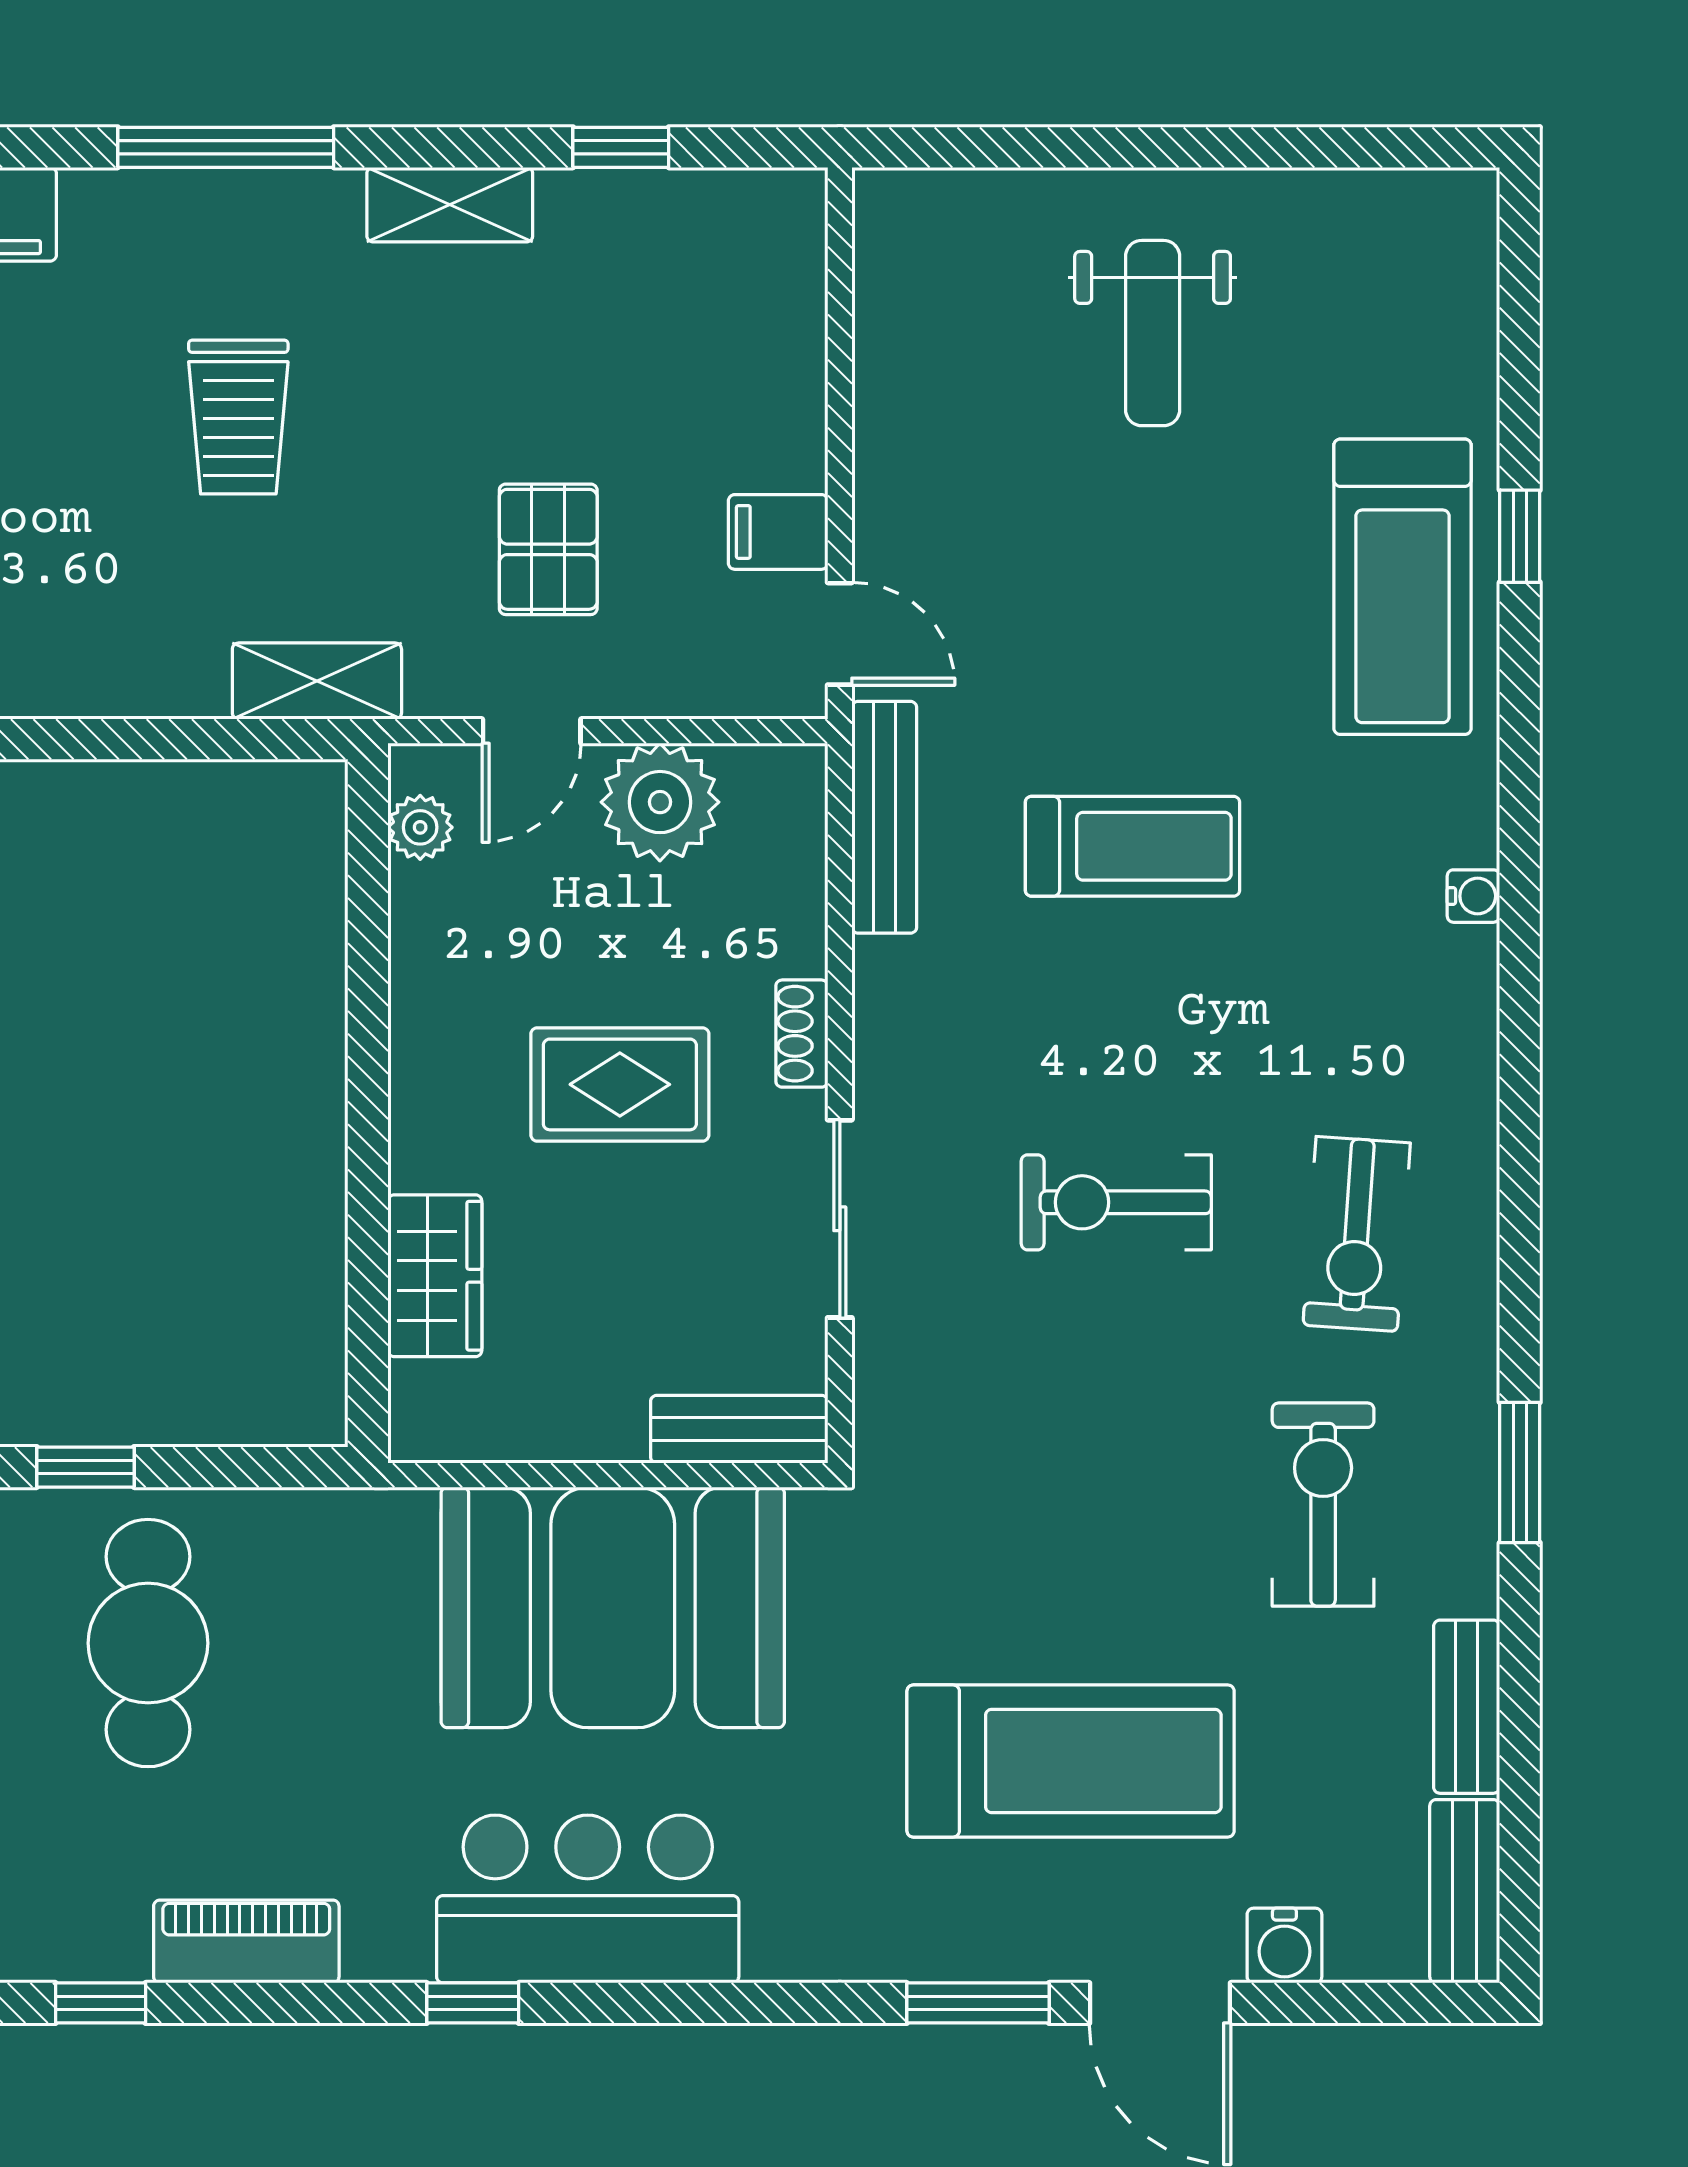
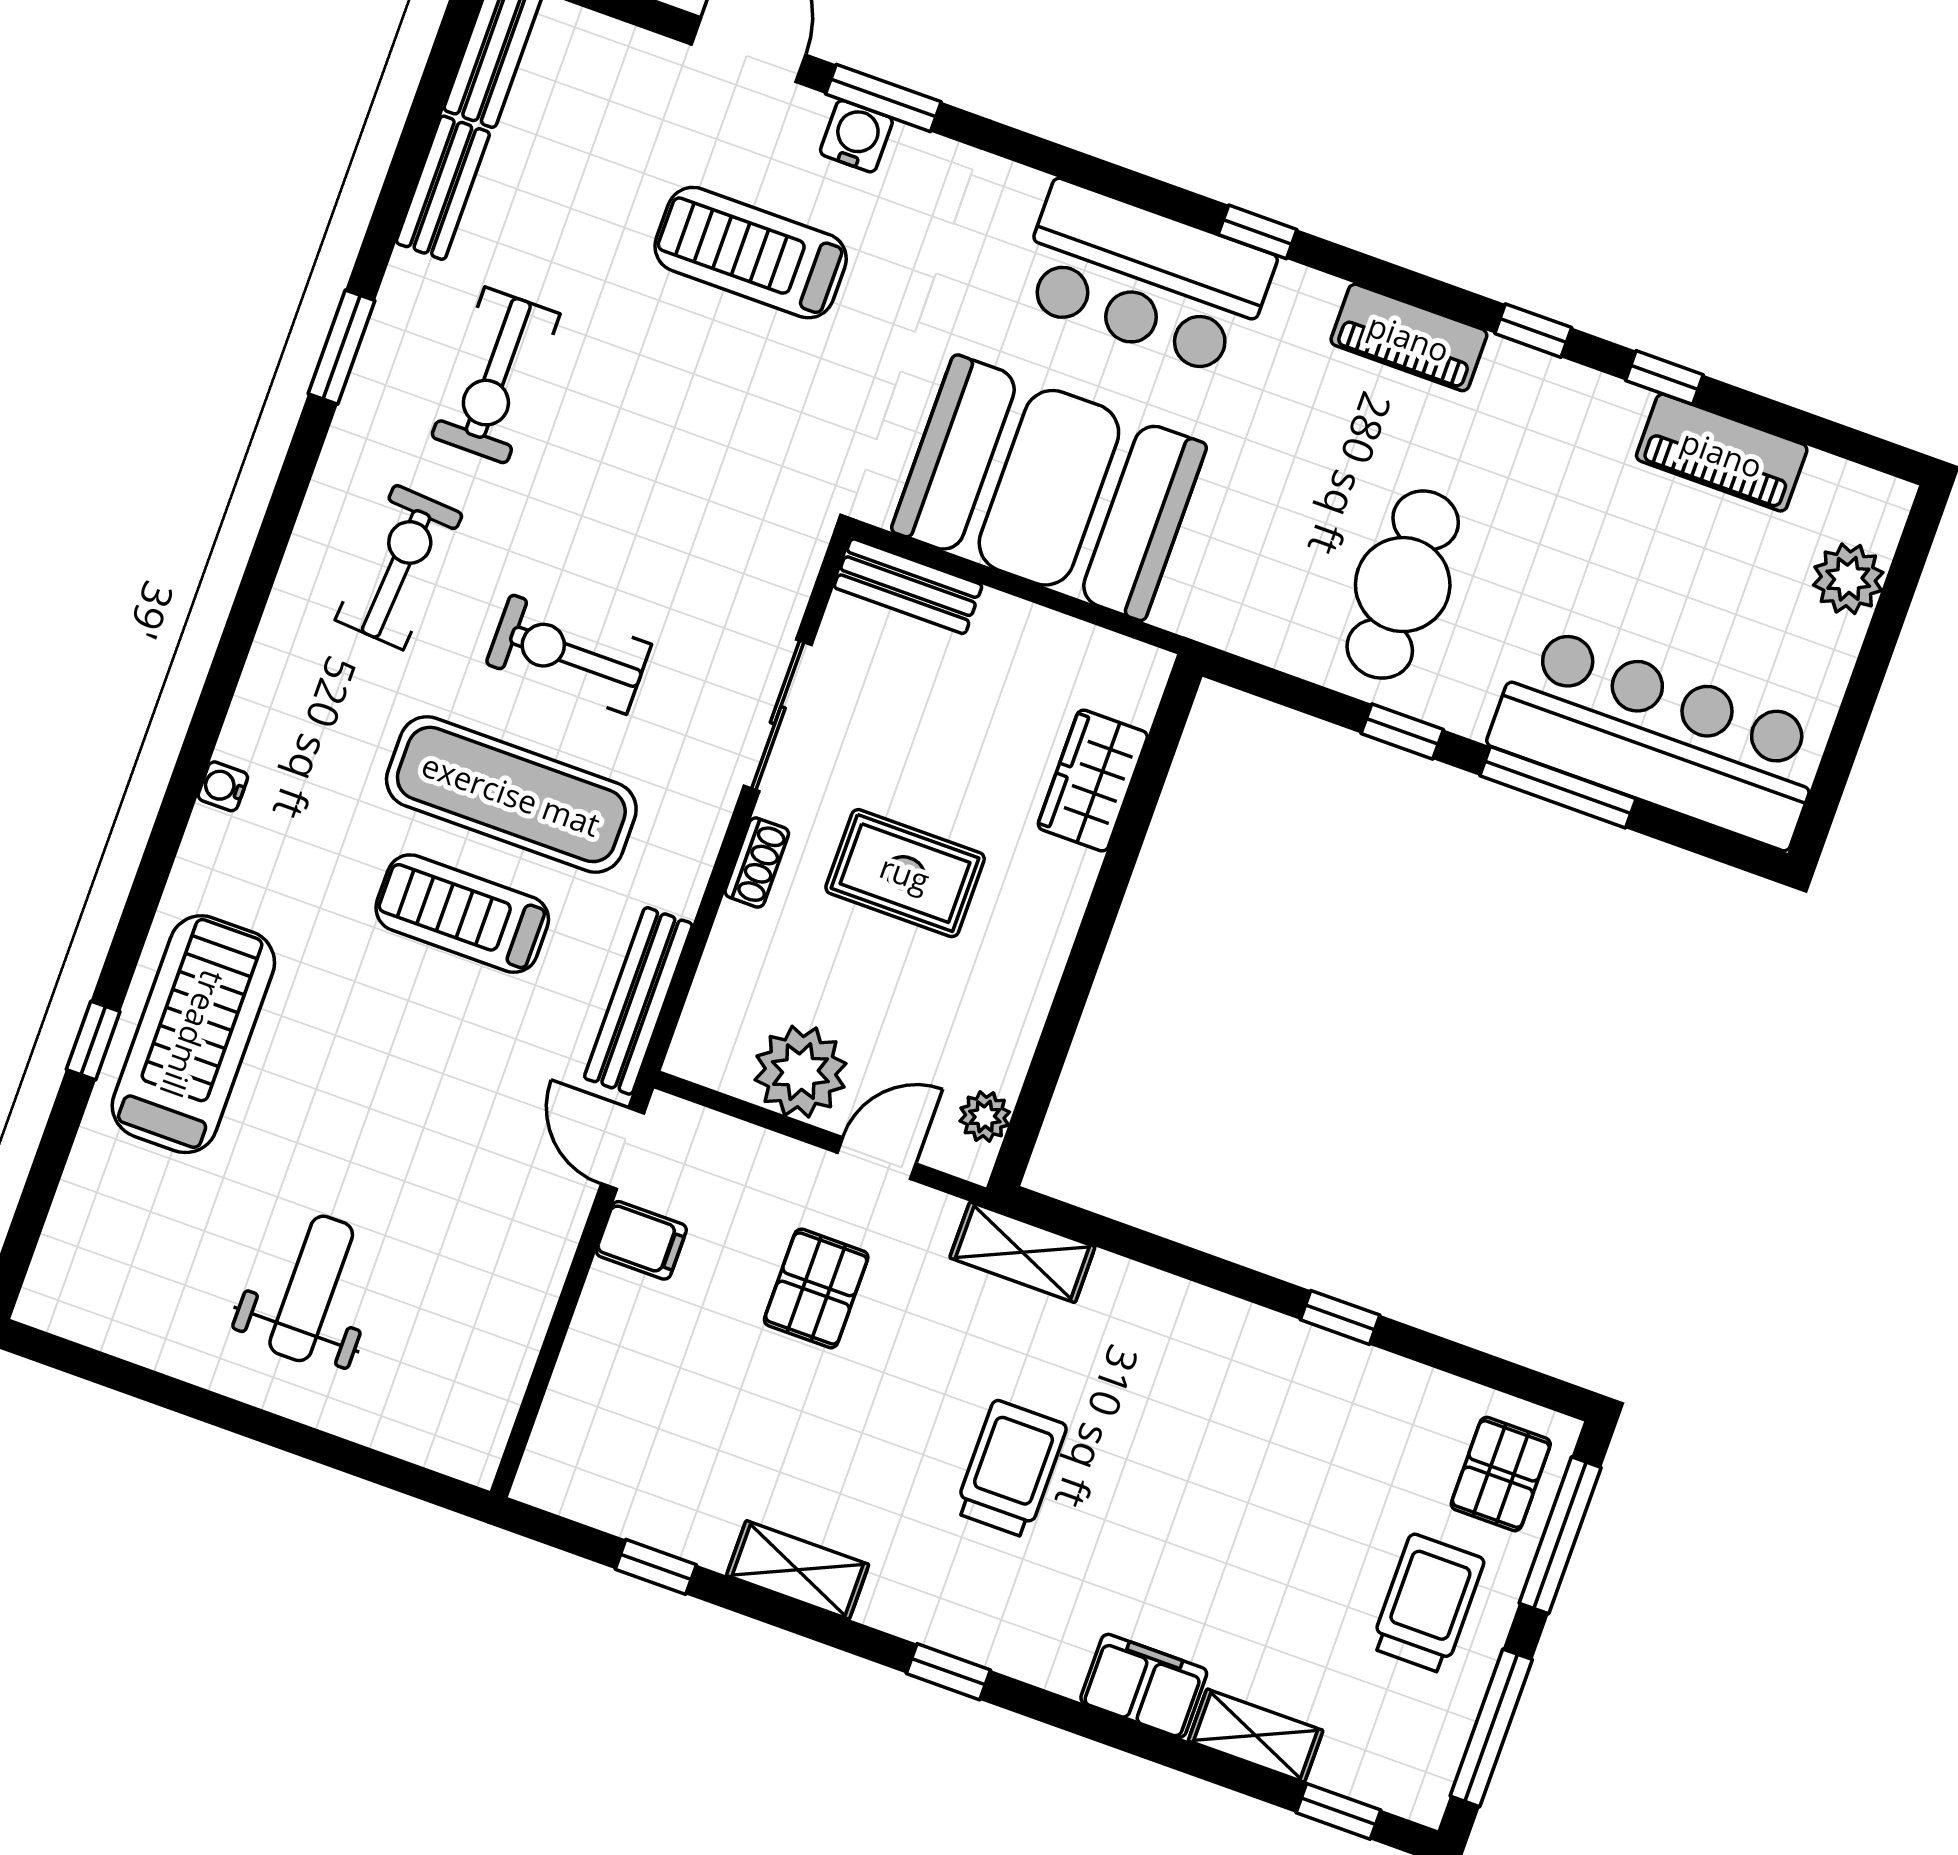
window: (226, 147) -> (948, 1672), width x0.46
exercise mat: (1125, 1010) -> (511, 794), added
exercise bike: (1116, 1202) -> (569, 654), turned 180
treadmill: (1071, 1761) -> (751, 253), width x0.73, depth x0.73
water cooler: (1284, 1946) -> (856, 136), moved

